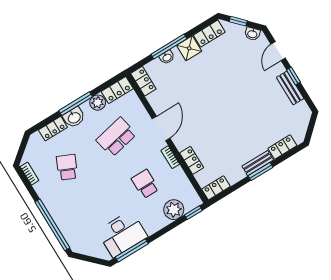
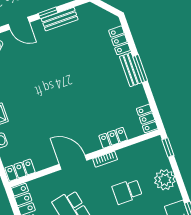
plant: (174, 210) -> (165, 180), moved

